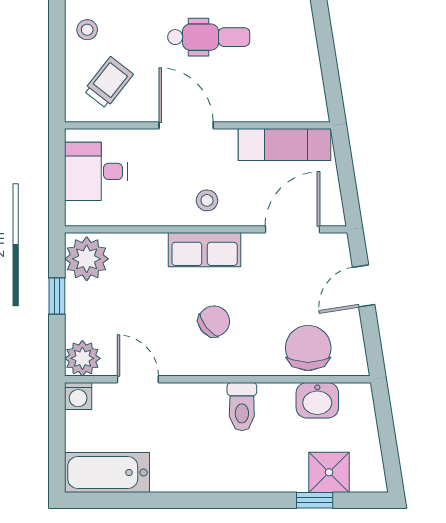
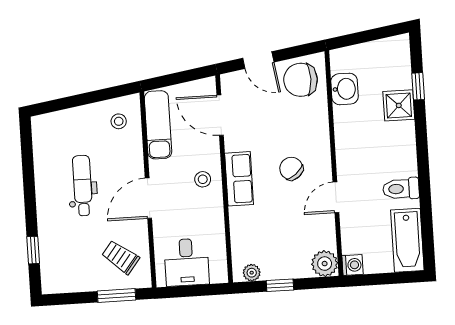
stool: (87, 30) -> (119, 121), moved
window: (57, 74) -> (117, 296), added
plant: (87, 259) -> (252, 273), width x0.53, depth x0.53
chair: (308, 348) -> (301, 80), moved
door: (138, 379) -> (336, 197), moved
toilet: (242, 407) -> (401, 189), moved, turned 180
shower: (329, 472) -> (399, 105), moved

